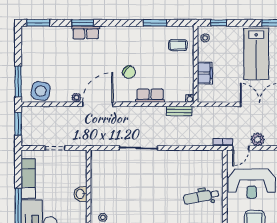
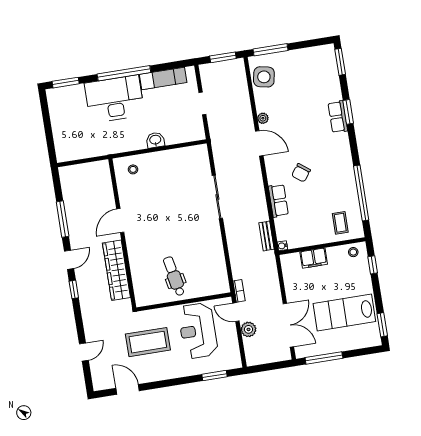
window: (155, 23) -> (361, 193), width x2.11
door: (98, 104) -> (259, 143), width x0.73

